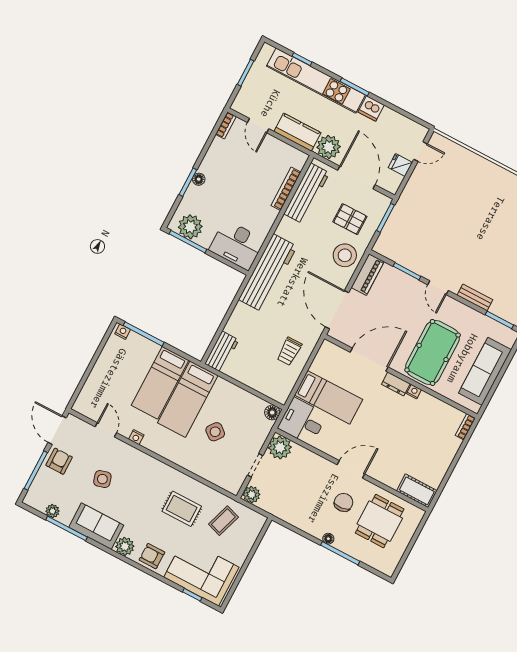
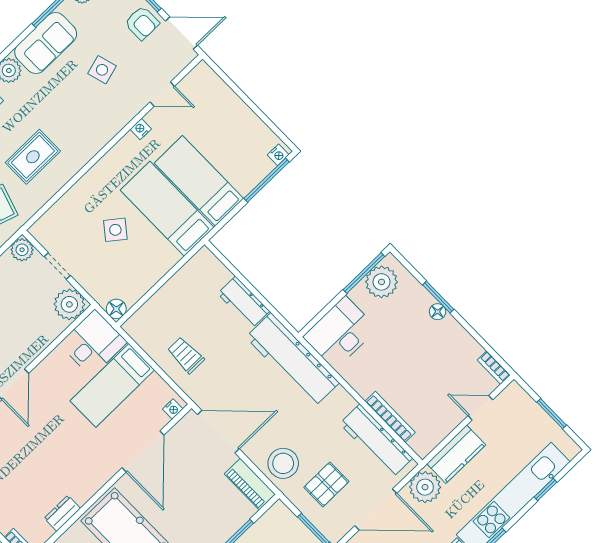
workbench: (222, 352) -> (244, 302), moved
dresser: (396, 384) -> (62, 513), moved
nightstand: (414, 392) -> (173, 409), moved

